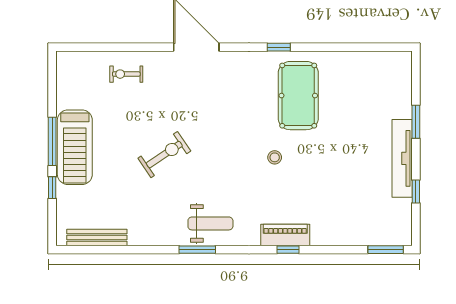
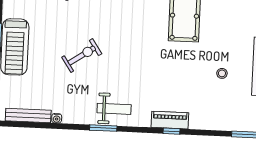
stool: (275, 157) -> (222, 73), moved
water cooler: (135, 240) -> (57, 118), added

